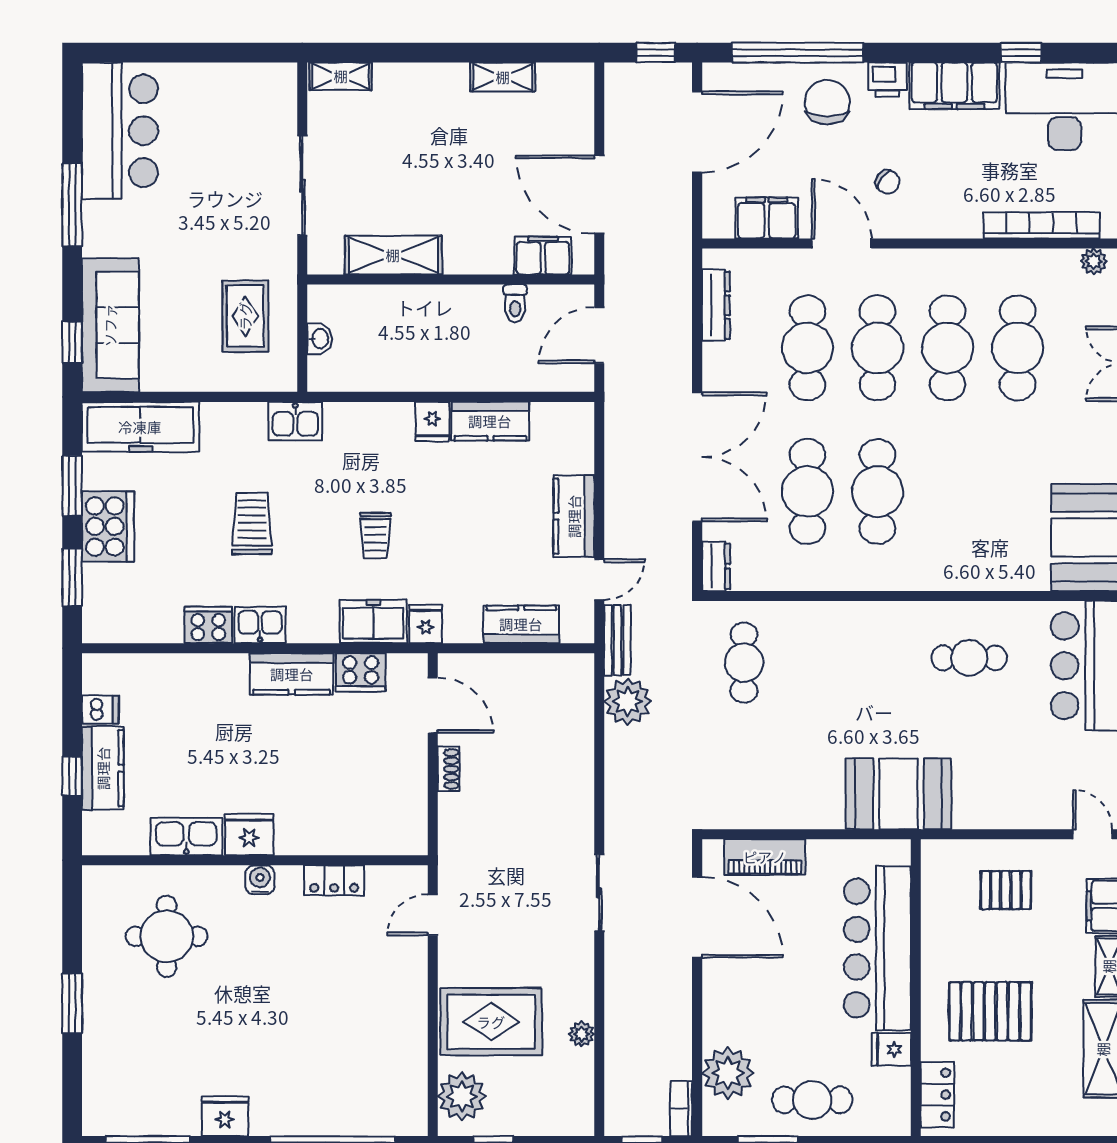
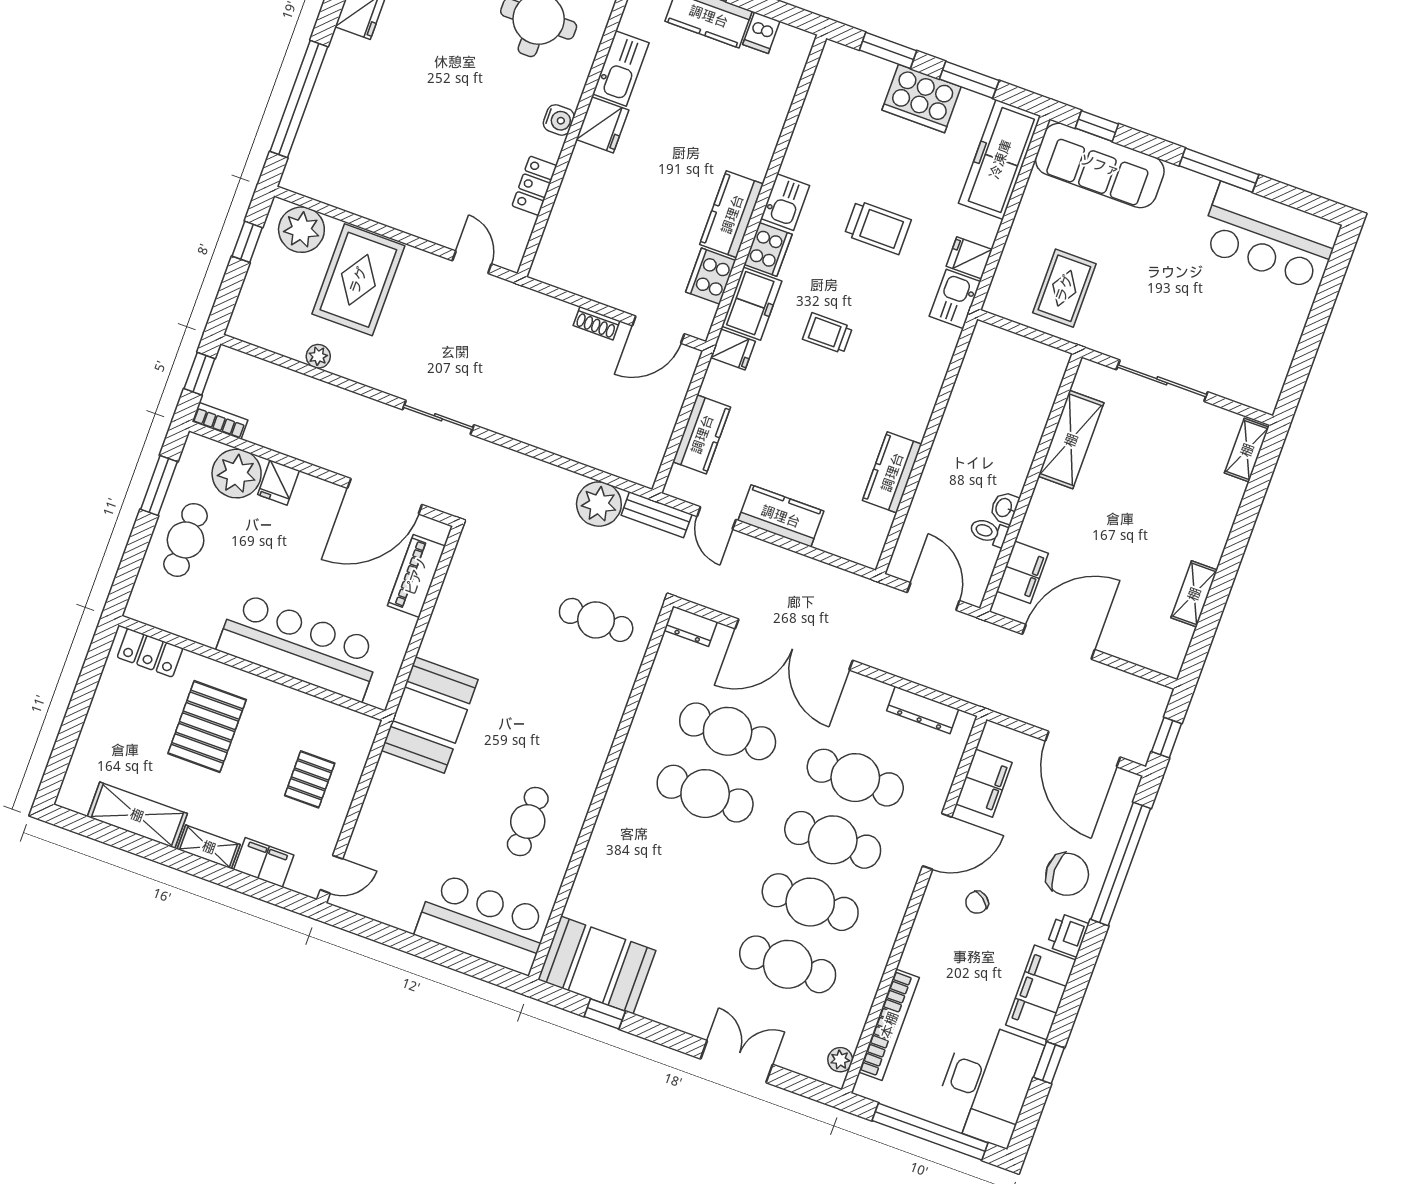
rug: (245, 316) -> (1064, 288), turned 90
washbasin: (320, 339) -> (1004, 508), moved, turned 90
fridge: (432, 422) -> (969, 258), moved
cooker: (208, 625) -> (768, 249), moved
fridge: (891, 1049) -> (278, 483), moved, turned 180

